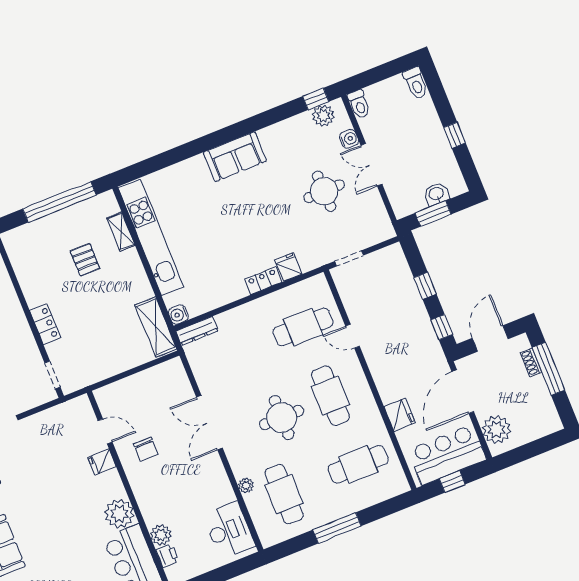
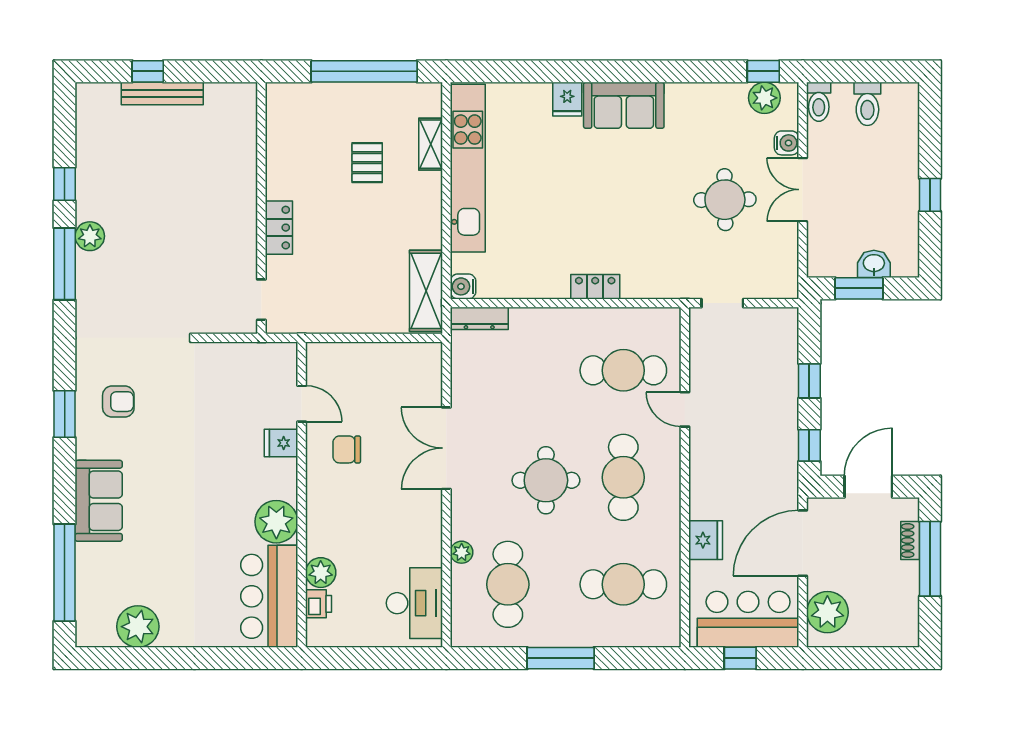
toilet: (416, 83) -> (867, 104), moved
fridge: (288, 267) -> (567, 99), moved, turned 180
chair: (146, 449) -> (347, 449), turned 90

